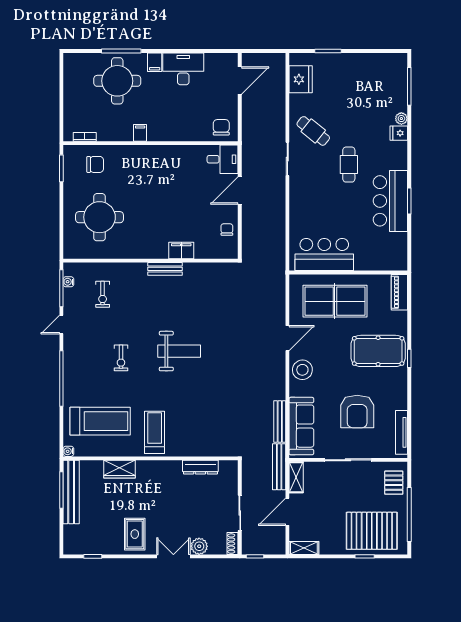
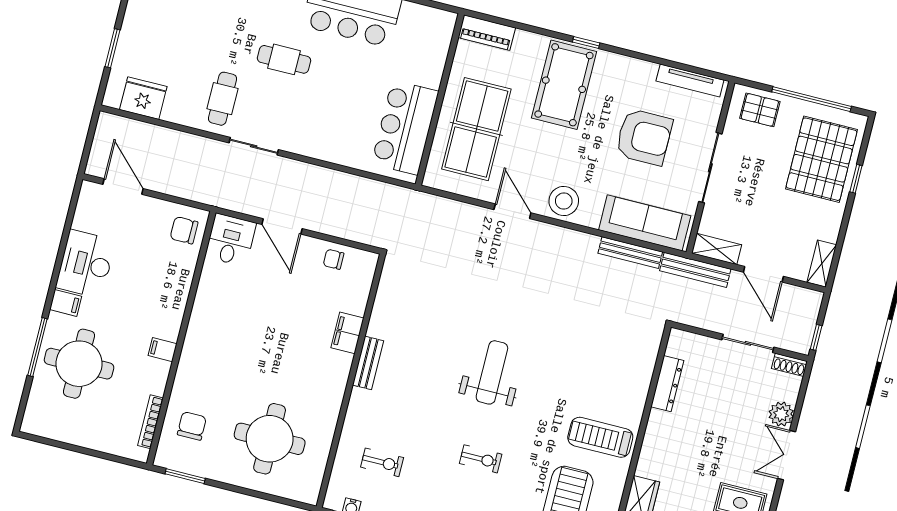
cafe table: (313, 131) -> (222, 99), turned -39
bookcase: (85, 137) -> (151, 422), width x1.56

